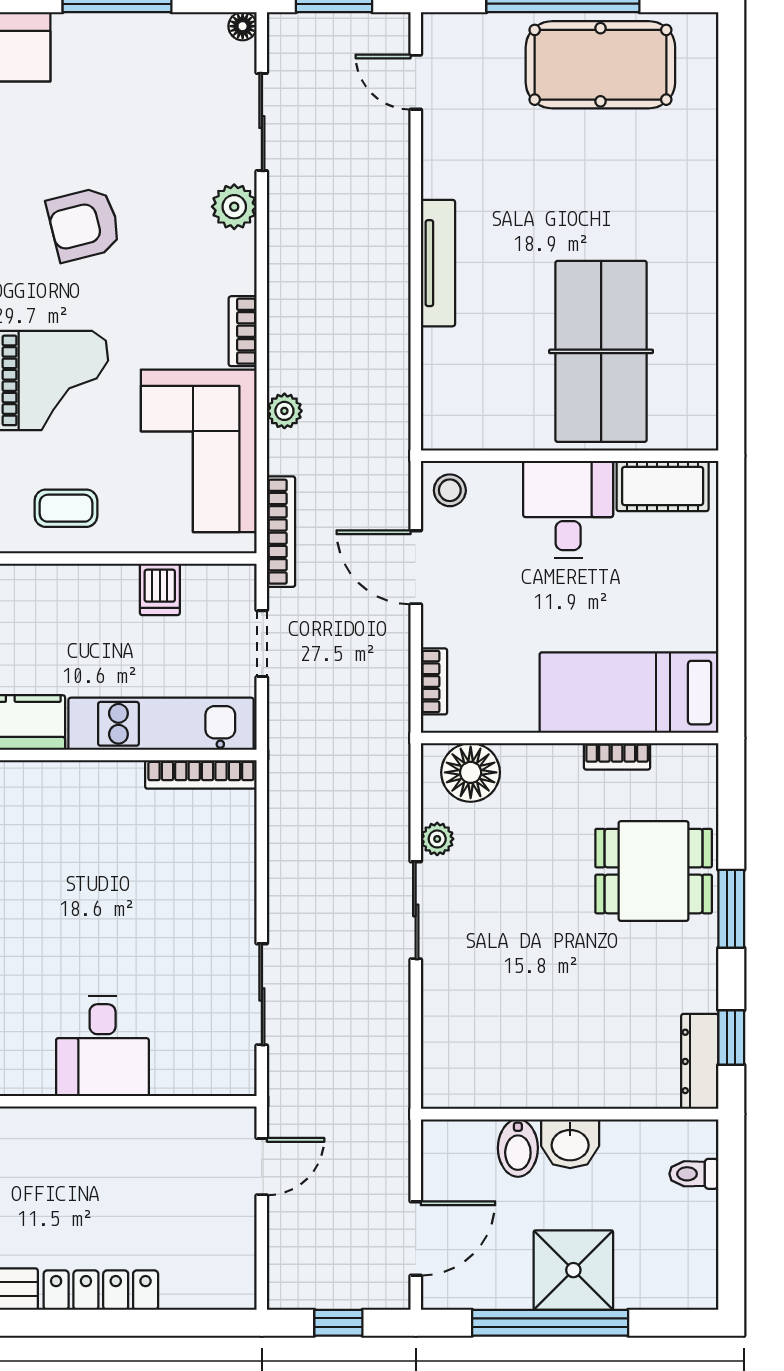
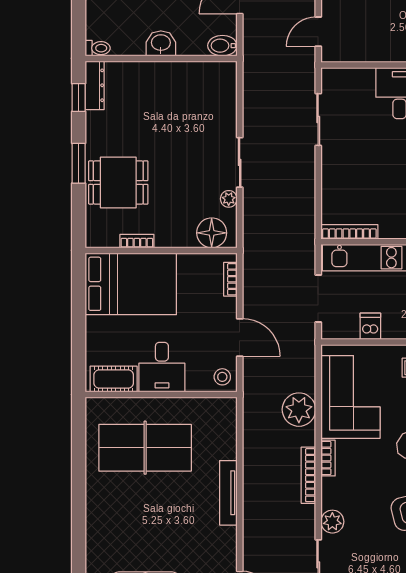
table tennis table: (601, 351) -> (145, 448), turned 90
plant: (284, 411) -> (299, 410), width x1.88, depth x1.88
bookcase: (281, 532) -> (308, 475), moved
doorway: (262, 644) -> (318, 299), width x1.38
bed: (629, 693) -> (131, 284), width x1.50
bidet: (518, 1148) -> (222, 46), moved, turned -90
toilet: (694, 1174) -> (98, 48), moved

